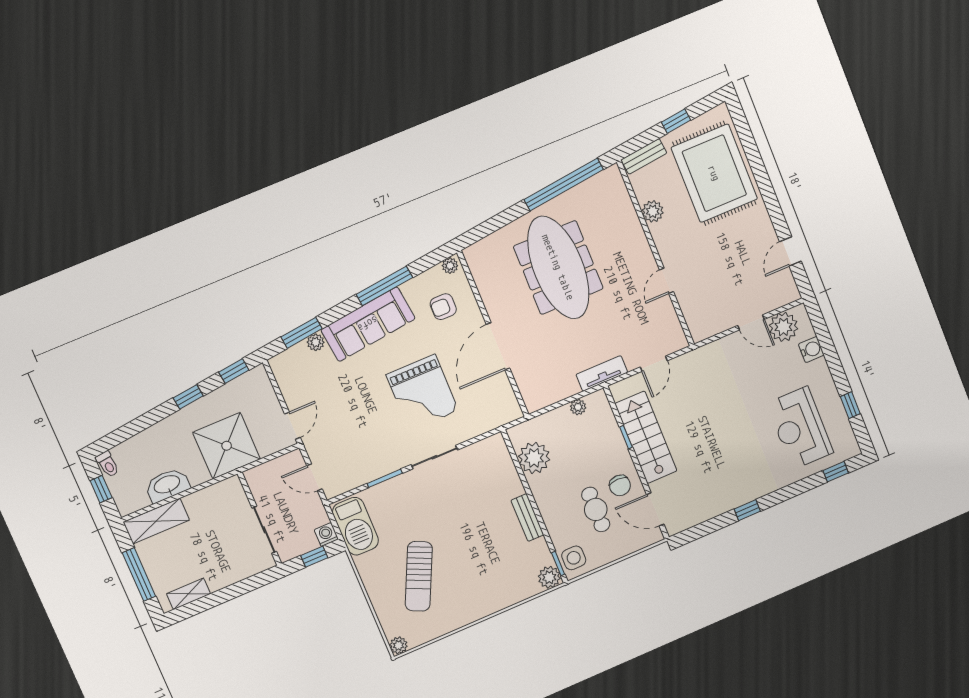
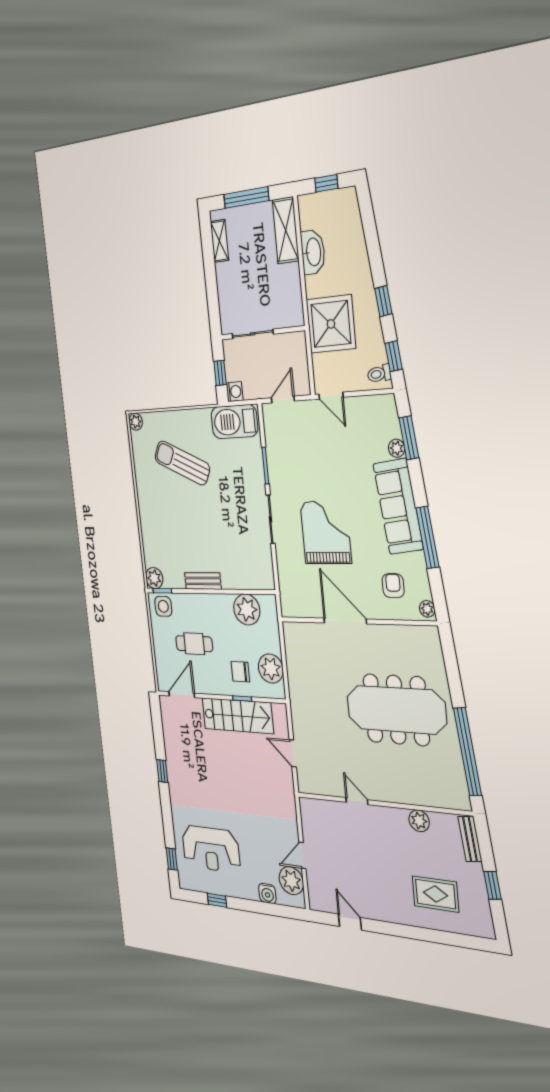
rug: (714, 173) -> (435, 894), width x0.54, depth x0.49
tv unit: (602, 373) -> (297, 704), removed
grand piano: (422, 393) -> (326, 532), turned 90
plant: (578, 407) -> (271, 668), width x1.87, depth x1.87
reception desk: (800, 428) -> (211, 849), turned 180
toilet: (108, 464) -> (379, 374), moved
chair: (620, 485) -> (240, 672), moved

